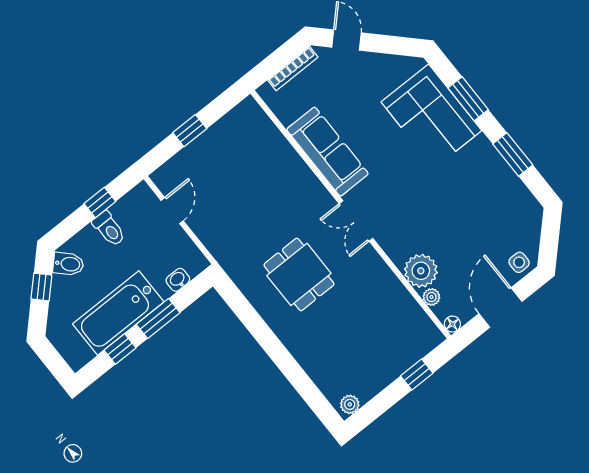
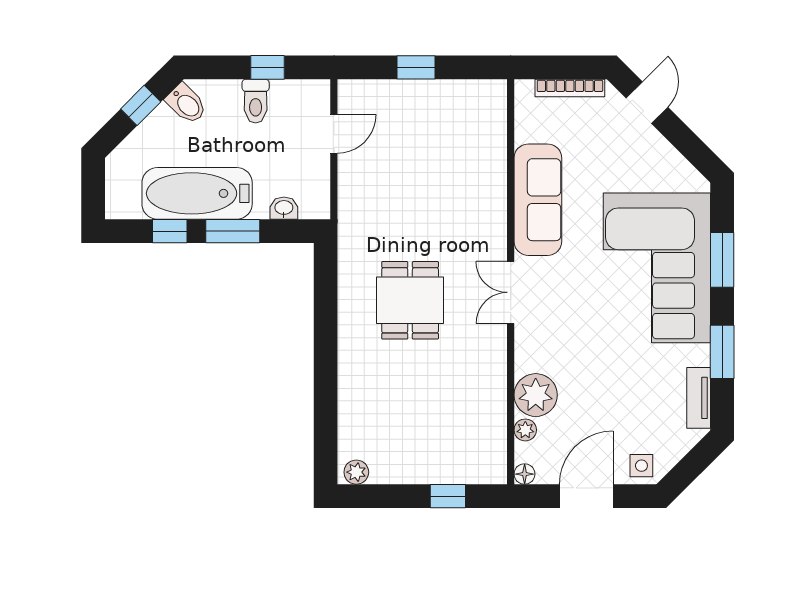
corner sofa: (431, 116) -> (657, 268), width x1.36, depth x1.36
tv unit: (521, 194) -> (699, 398), added

